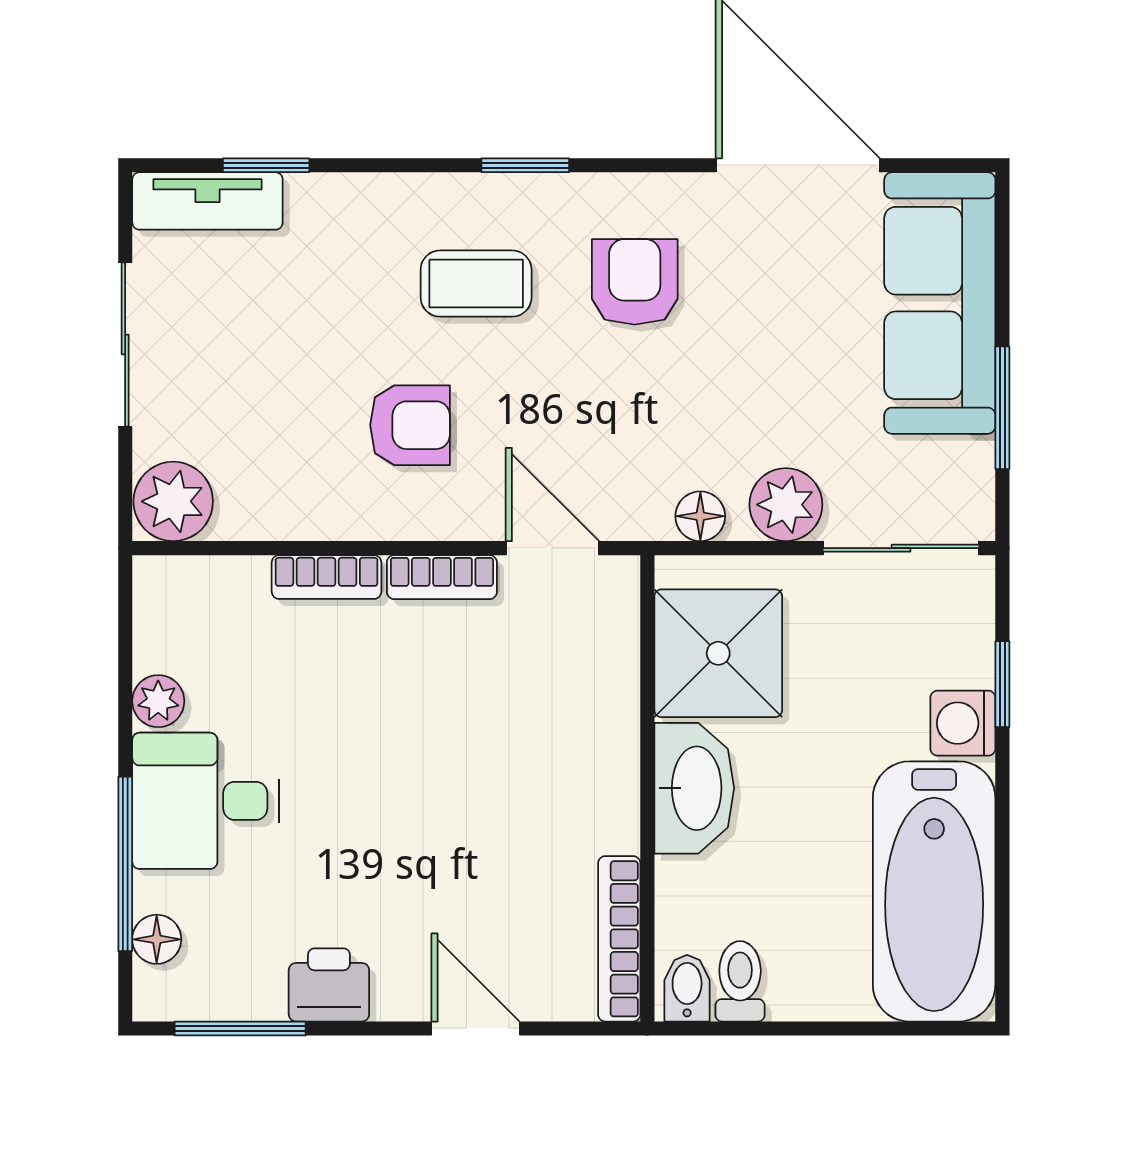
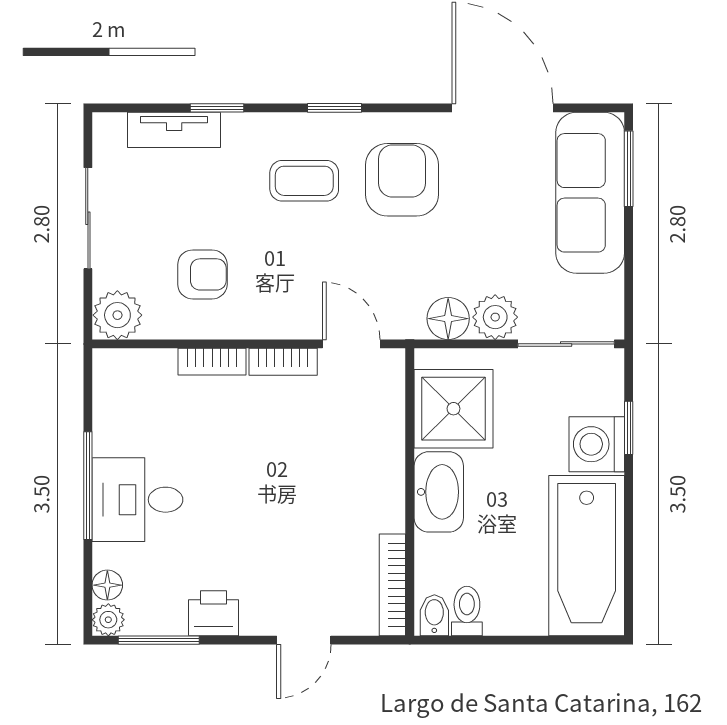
window: (266, 165) -> (217, 108), moved
tv unit: (207, 201) -> (174, 130), moved
armchair: (635, 282) -> (402, 180), width x1.38, depth x1.38
window: (1002, 408) -> (629, 169), moved
armchair: (410, 425) -> (202, 274), moved
floor lamp: (700, 516) -> (448, 319), width x1.37, depth x1.37
plant: (158, 701) -> (108, 620), moved
washing machine: (963, 723) -> (597, 444), width x1.38, depth x1.38
window: (125, 864) -> (88, 486), moved
door: (475, 1028) -> (304, 640), swing flipped

